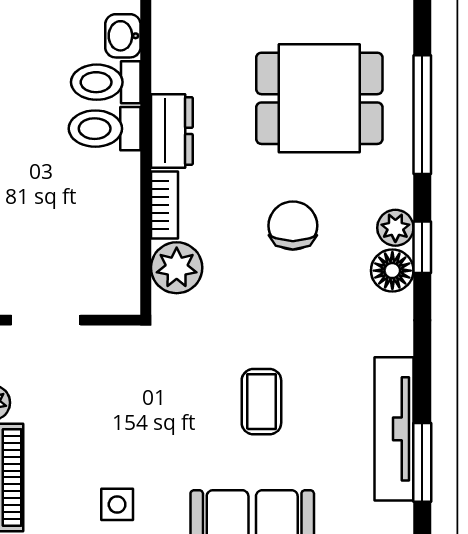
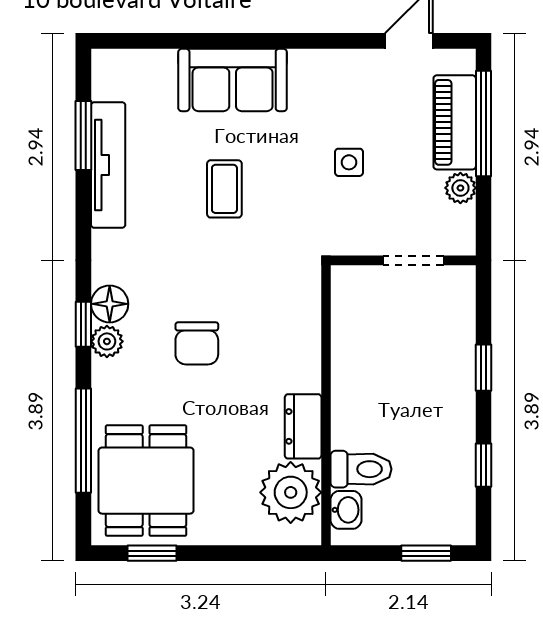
dining table: (319, 98) -> (146, 481), moved, turned 90
toilet: (105, 129) -> (362, 428), removed
bookcase: (165, 205) -> (309, 361), removed
plant: (177, 268) -> (291, 492), moved, width x1.36, depth x1.36
side table: (117, 504) -> (349, 162), moved

